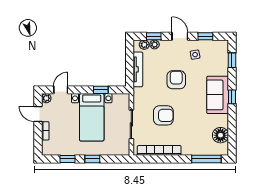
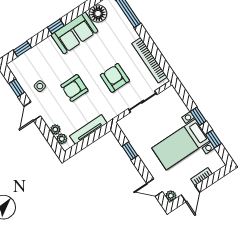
window: (154, 36) -> (48, 135), removed
sofa: (218, 95) -> (74, 33), moved
bed with nightstands: (92, 117) -> (181, 144), moved, turned 180

